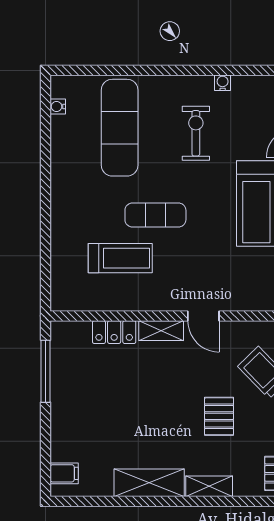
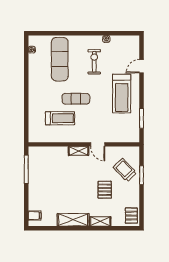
locker: (114, 332) -> (57, 152), removed

